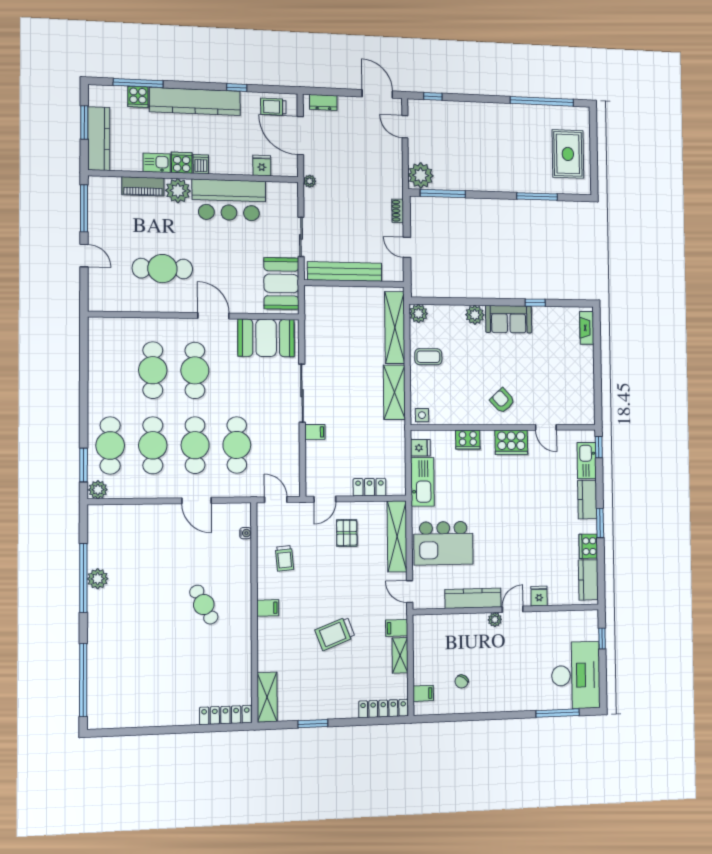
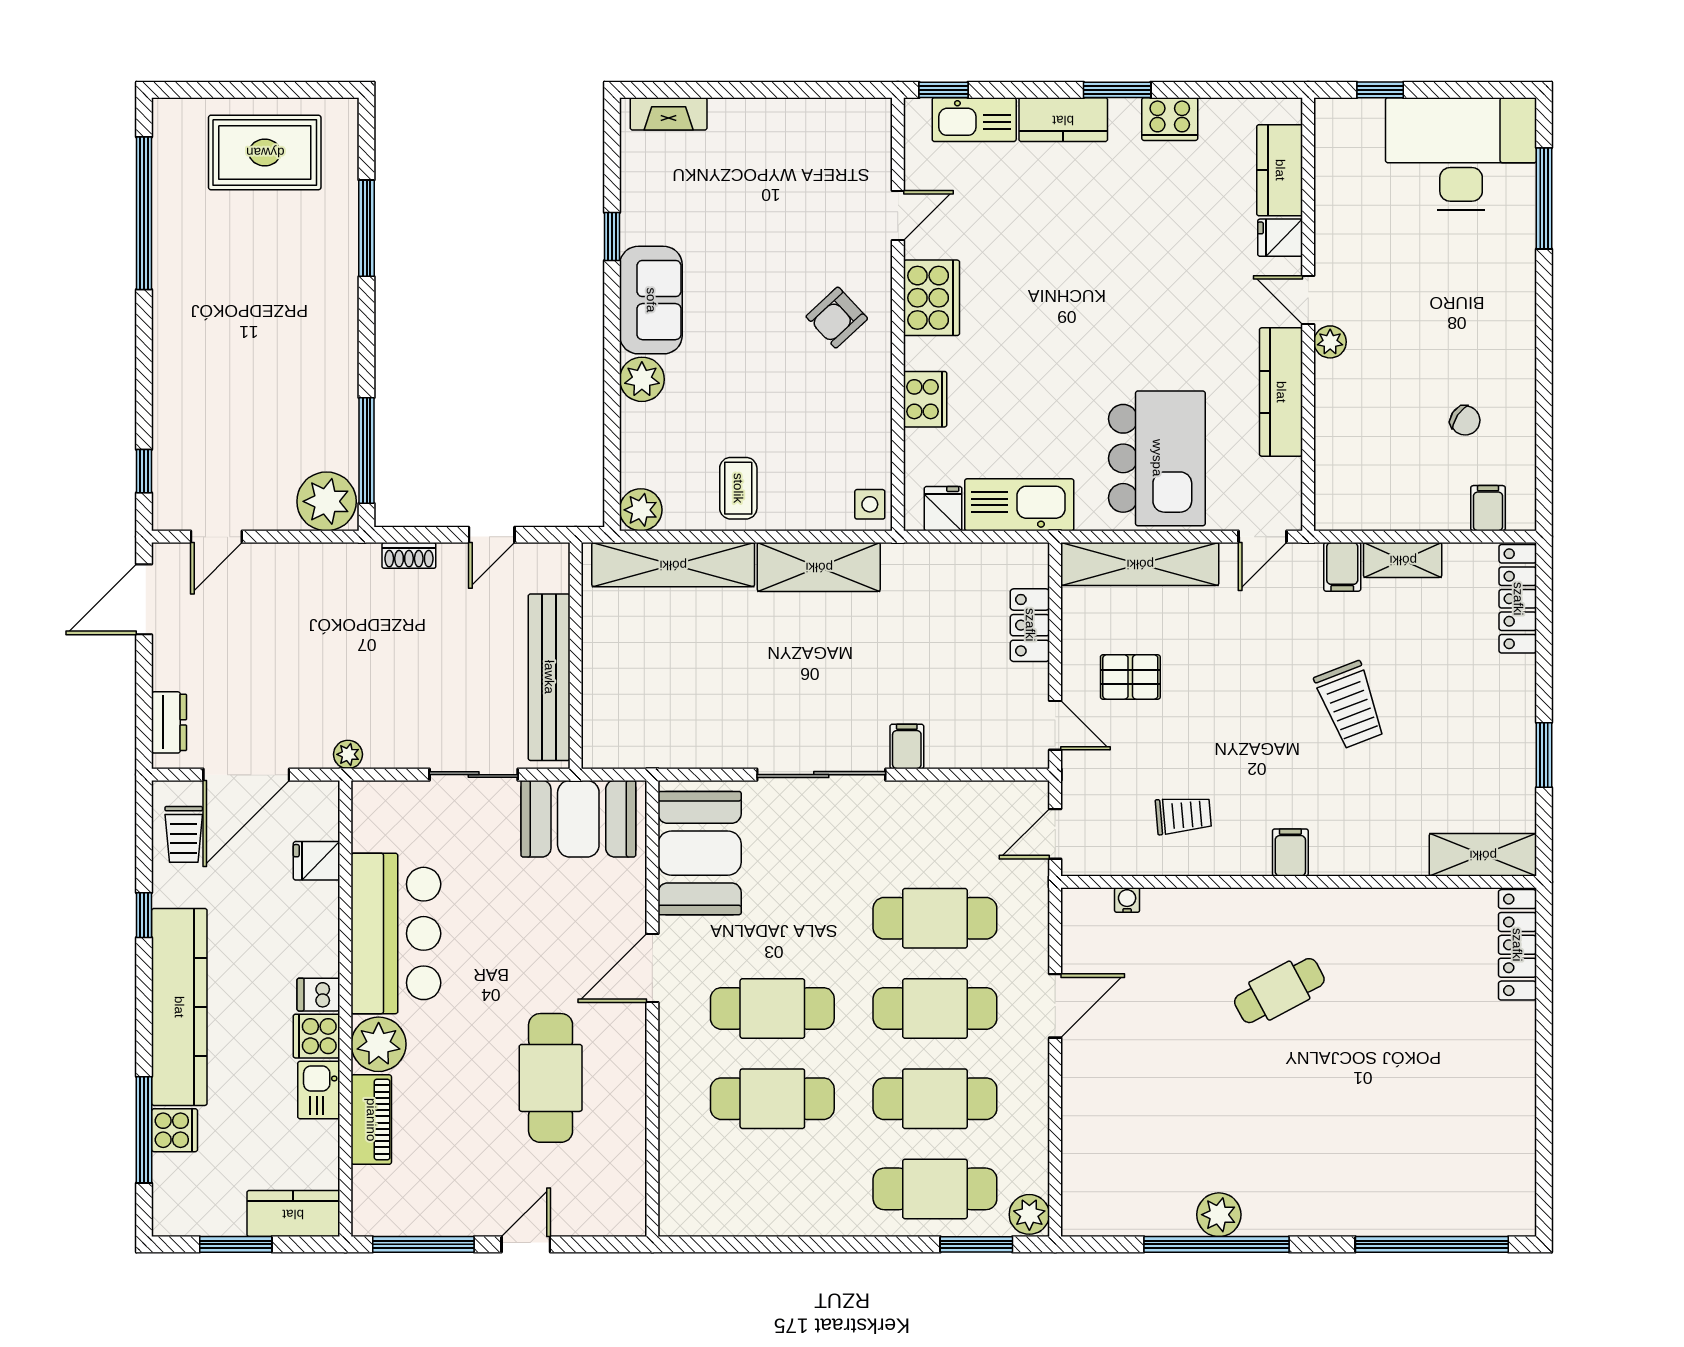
kitchen counter: (99, 139) -> (293, 1214), width x0.67
kitchen counter: (588, 580) -> (1280, 170), moved, turned 90

